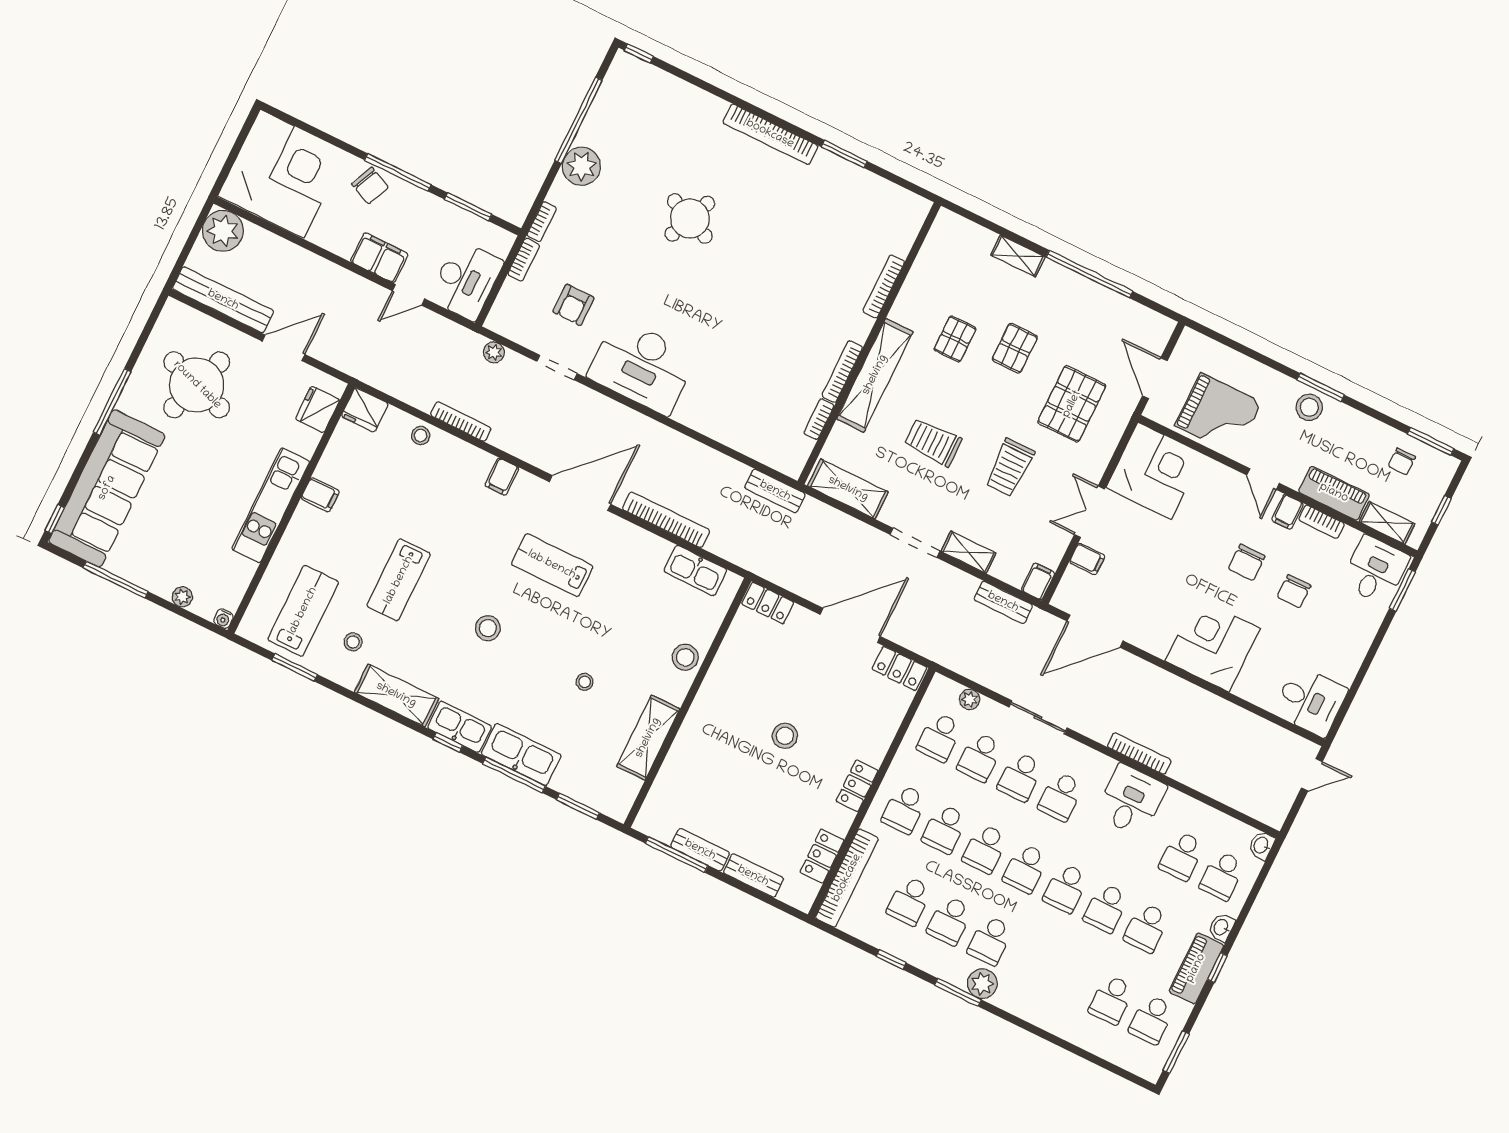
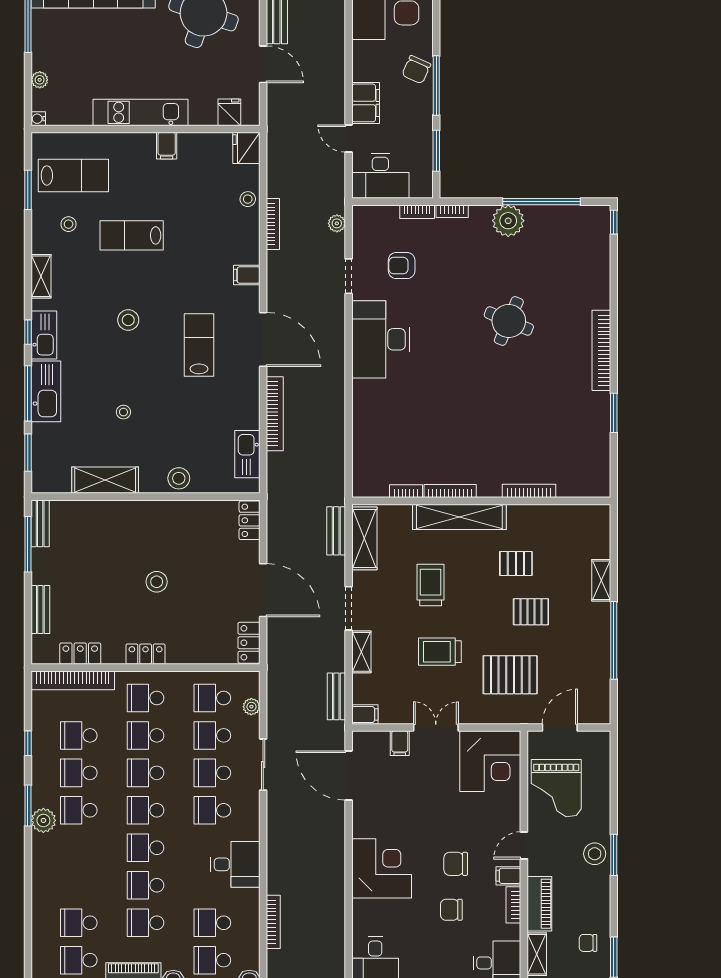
fridge: (318, 409) -> (229, 112), width x0.72
bench: (775, 491) -> (336, 531), moved
shelving: (396, 695) -> (41, 276), width x0.67, depth x0.75
bookcase: (1139, 753) -> (273, 922), moved
bench: (700, 850) -> (40, 523), moved

